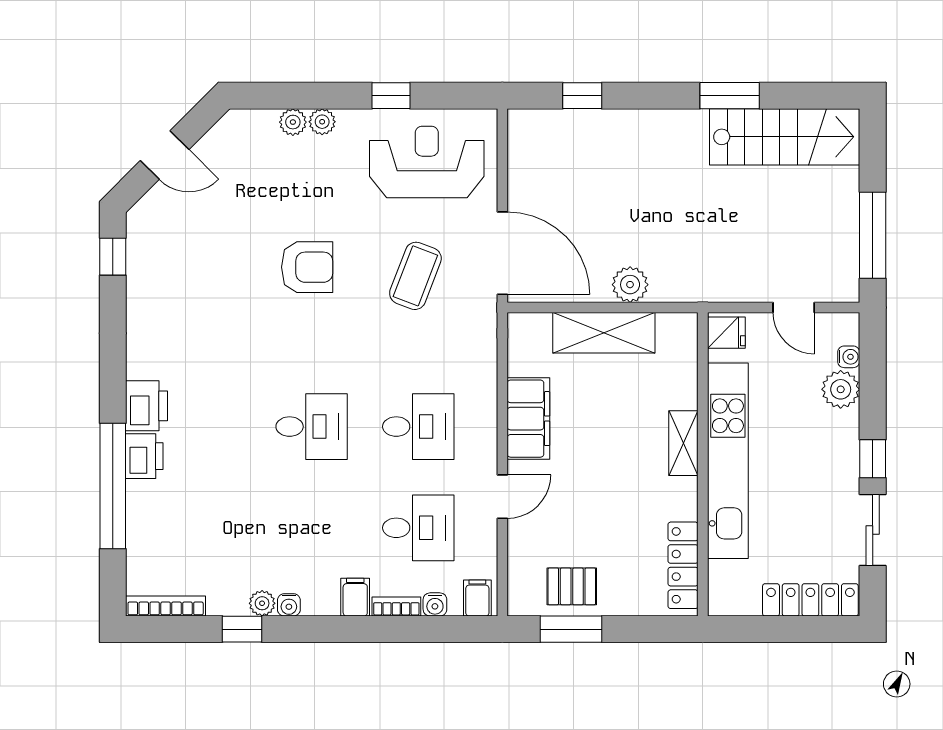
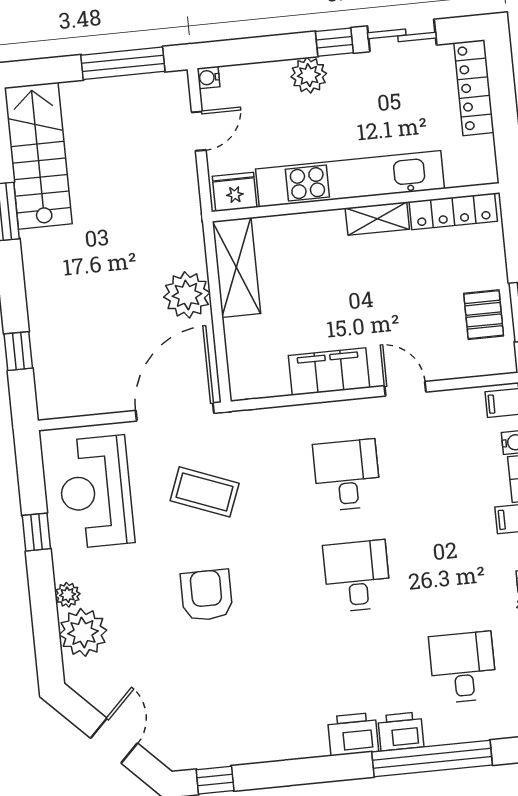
plant: (293, 122) -> (83, 632), width x1.88, depth x1.88
plant: (630, 285) -> (187, 295), width x1.36, depth x1.36
shelving: (604, 333) -> (236, 267), moved
fridge: (726, 333) -> (235, 192), width x1.38
water cooler: (849, 357) -> (208, 78), moved, turned -90
plant: (841, 389) -> (309, 75), moved
shelving: (683, 443) -> (377, 219), moved
desk: (418, 528) -> (463, 667), moved

